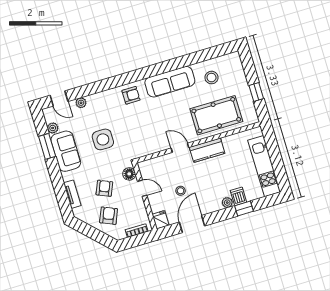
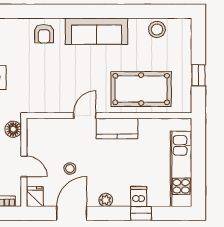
stool: (211, 78) -> (157, 29), moved
armchair: (131, 95) -> (44, 34), turned 90
door: (180, 148) -> (85, 116), hinge flipped
door: (142, 188) -> (24, 166), moved
plant: (227, 203) -> (106, 200), moved

